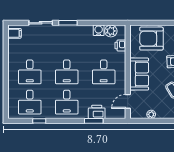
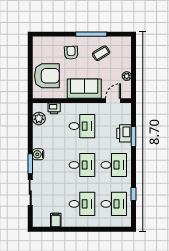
water cooler: (99, 30) -> (38, 154), moved
filing cabinet: (14, 33) -> (56, 220), moved
armchair: (151, 39) -> (47, 76), turned -90
door: (128, 101) -> (113, 101), swing flipped

